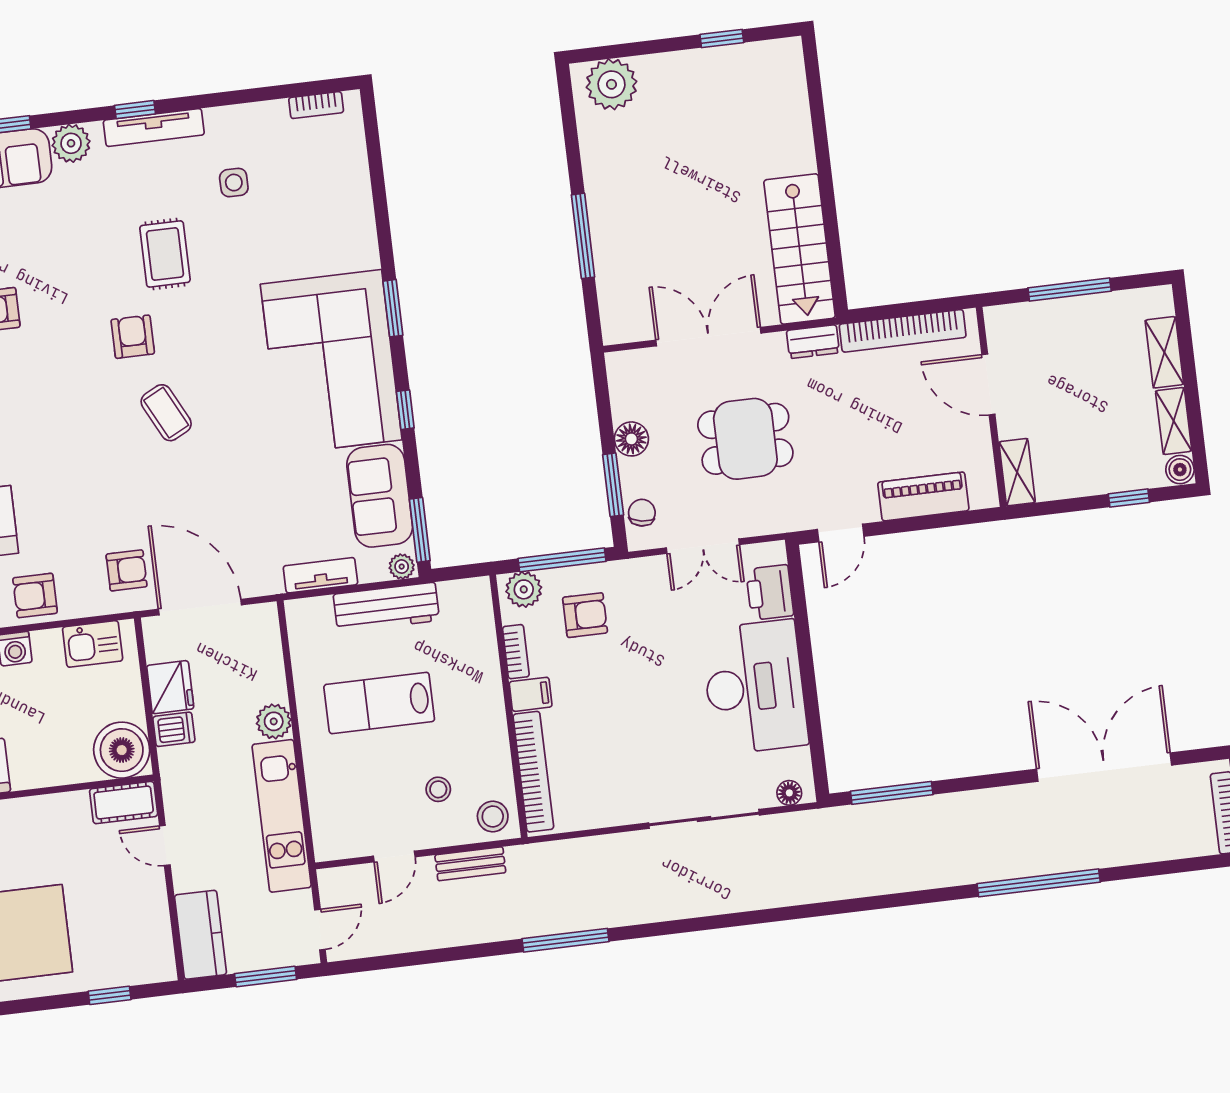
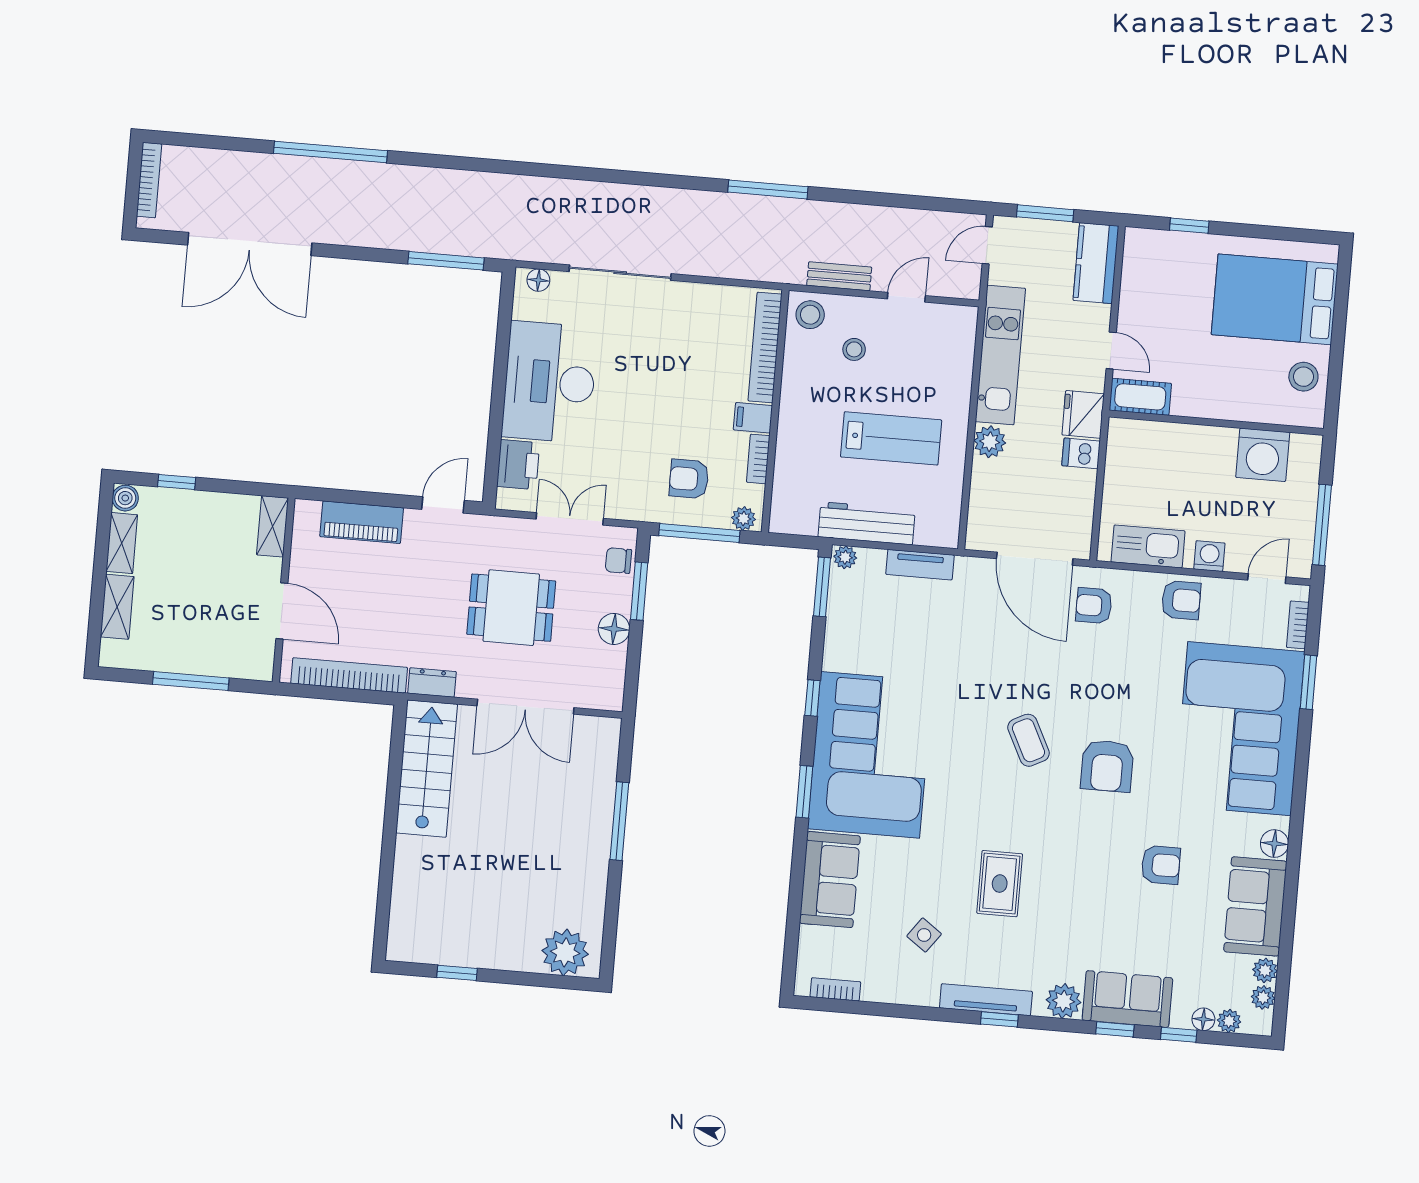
side table: (234, 183) -> (924, 935), turned 36
armchair: (133, 337) -> (1107, 766), moved, width x1.38, depth x1.38
sofa: (380, 496) -> (830, 880), moved
chair: (642, 513) -> (618, 561), turned 80
plant: (524, 589) -> (744, 518), width x0.73, depth x0.73
kitchen sink: (93, 644) -> (1148, 546), width x1.38
fridge: (170, 687) -> (1083, 414), moved
boiler: (122, 750) -> (1132, 444), removed

